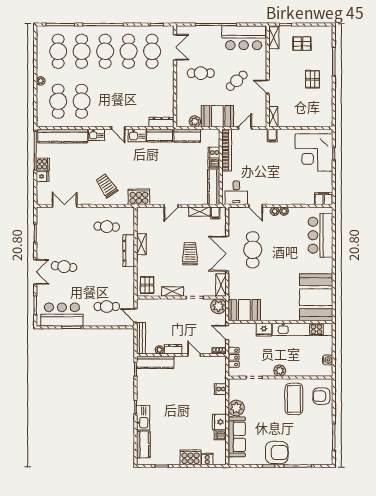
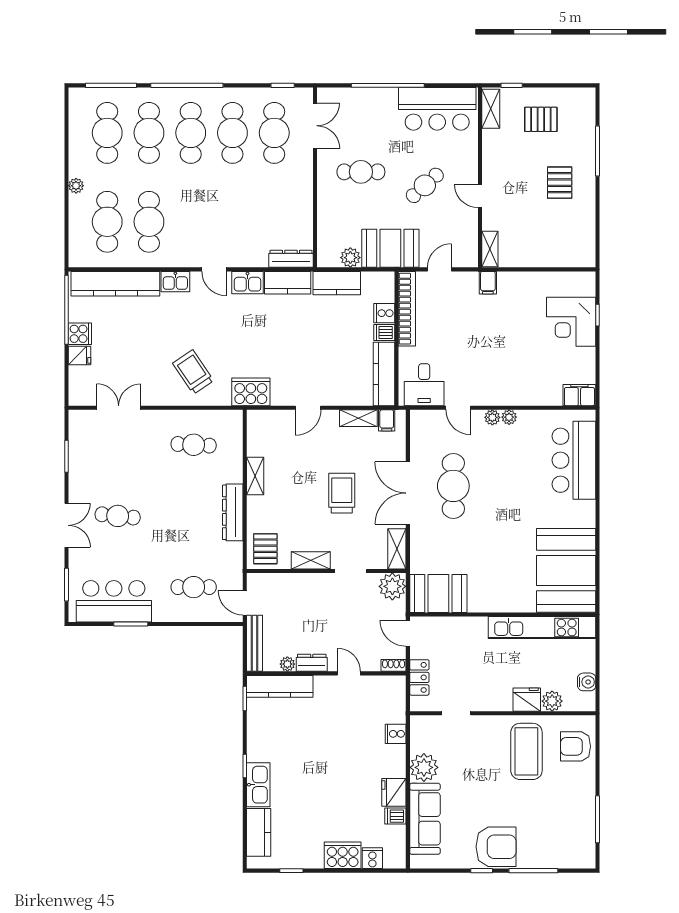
corner desk: (314, 152) -> (571, 322), width x0.74, depth x0.74
dresser: (129, 251) -> (233, 512), moved
fridge: (264, 330) -> (527, 700), moved, turned 180
plant: (280, 371) -> (552, 701), moved

